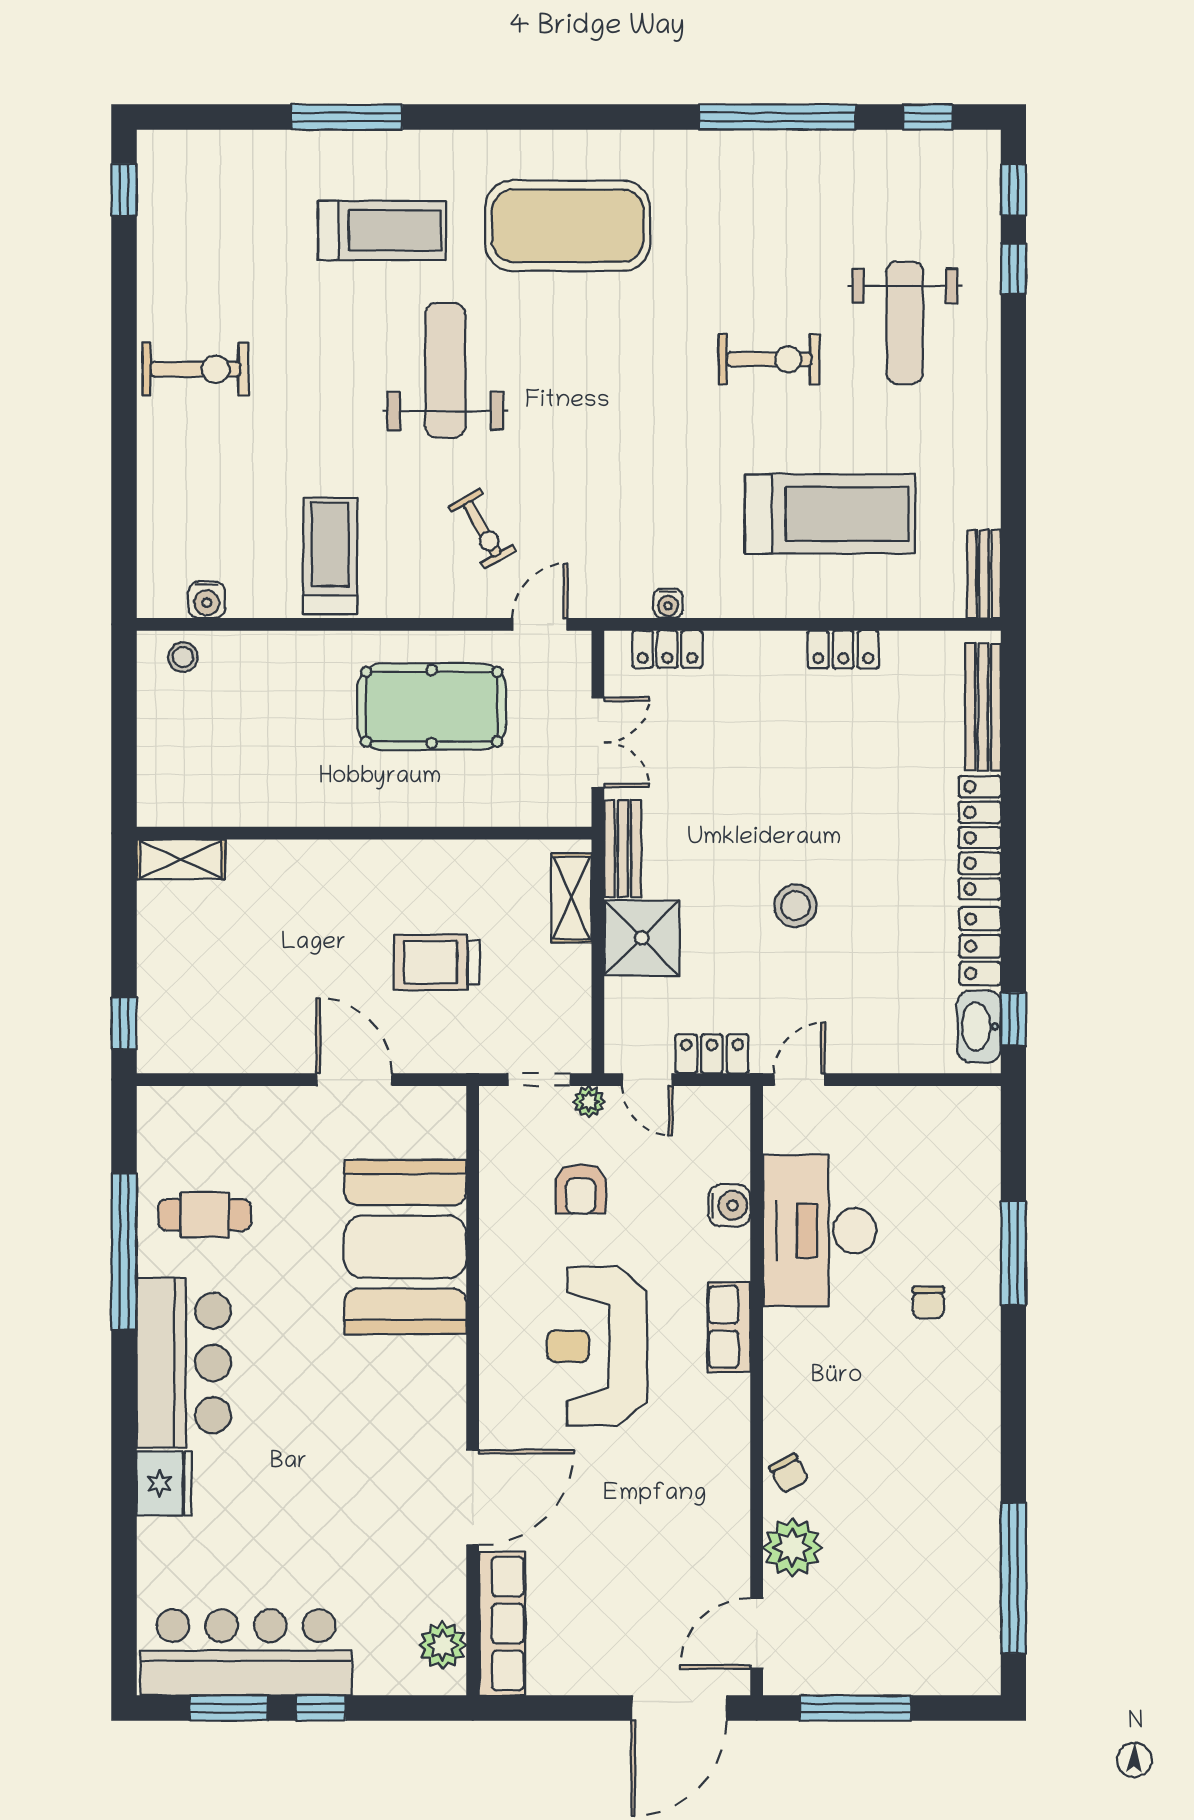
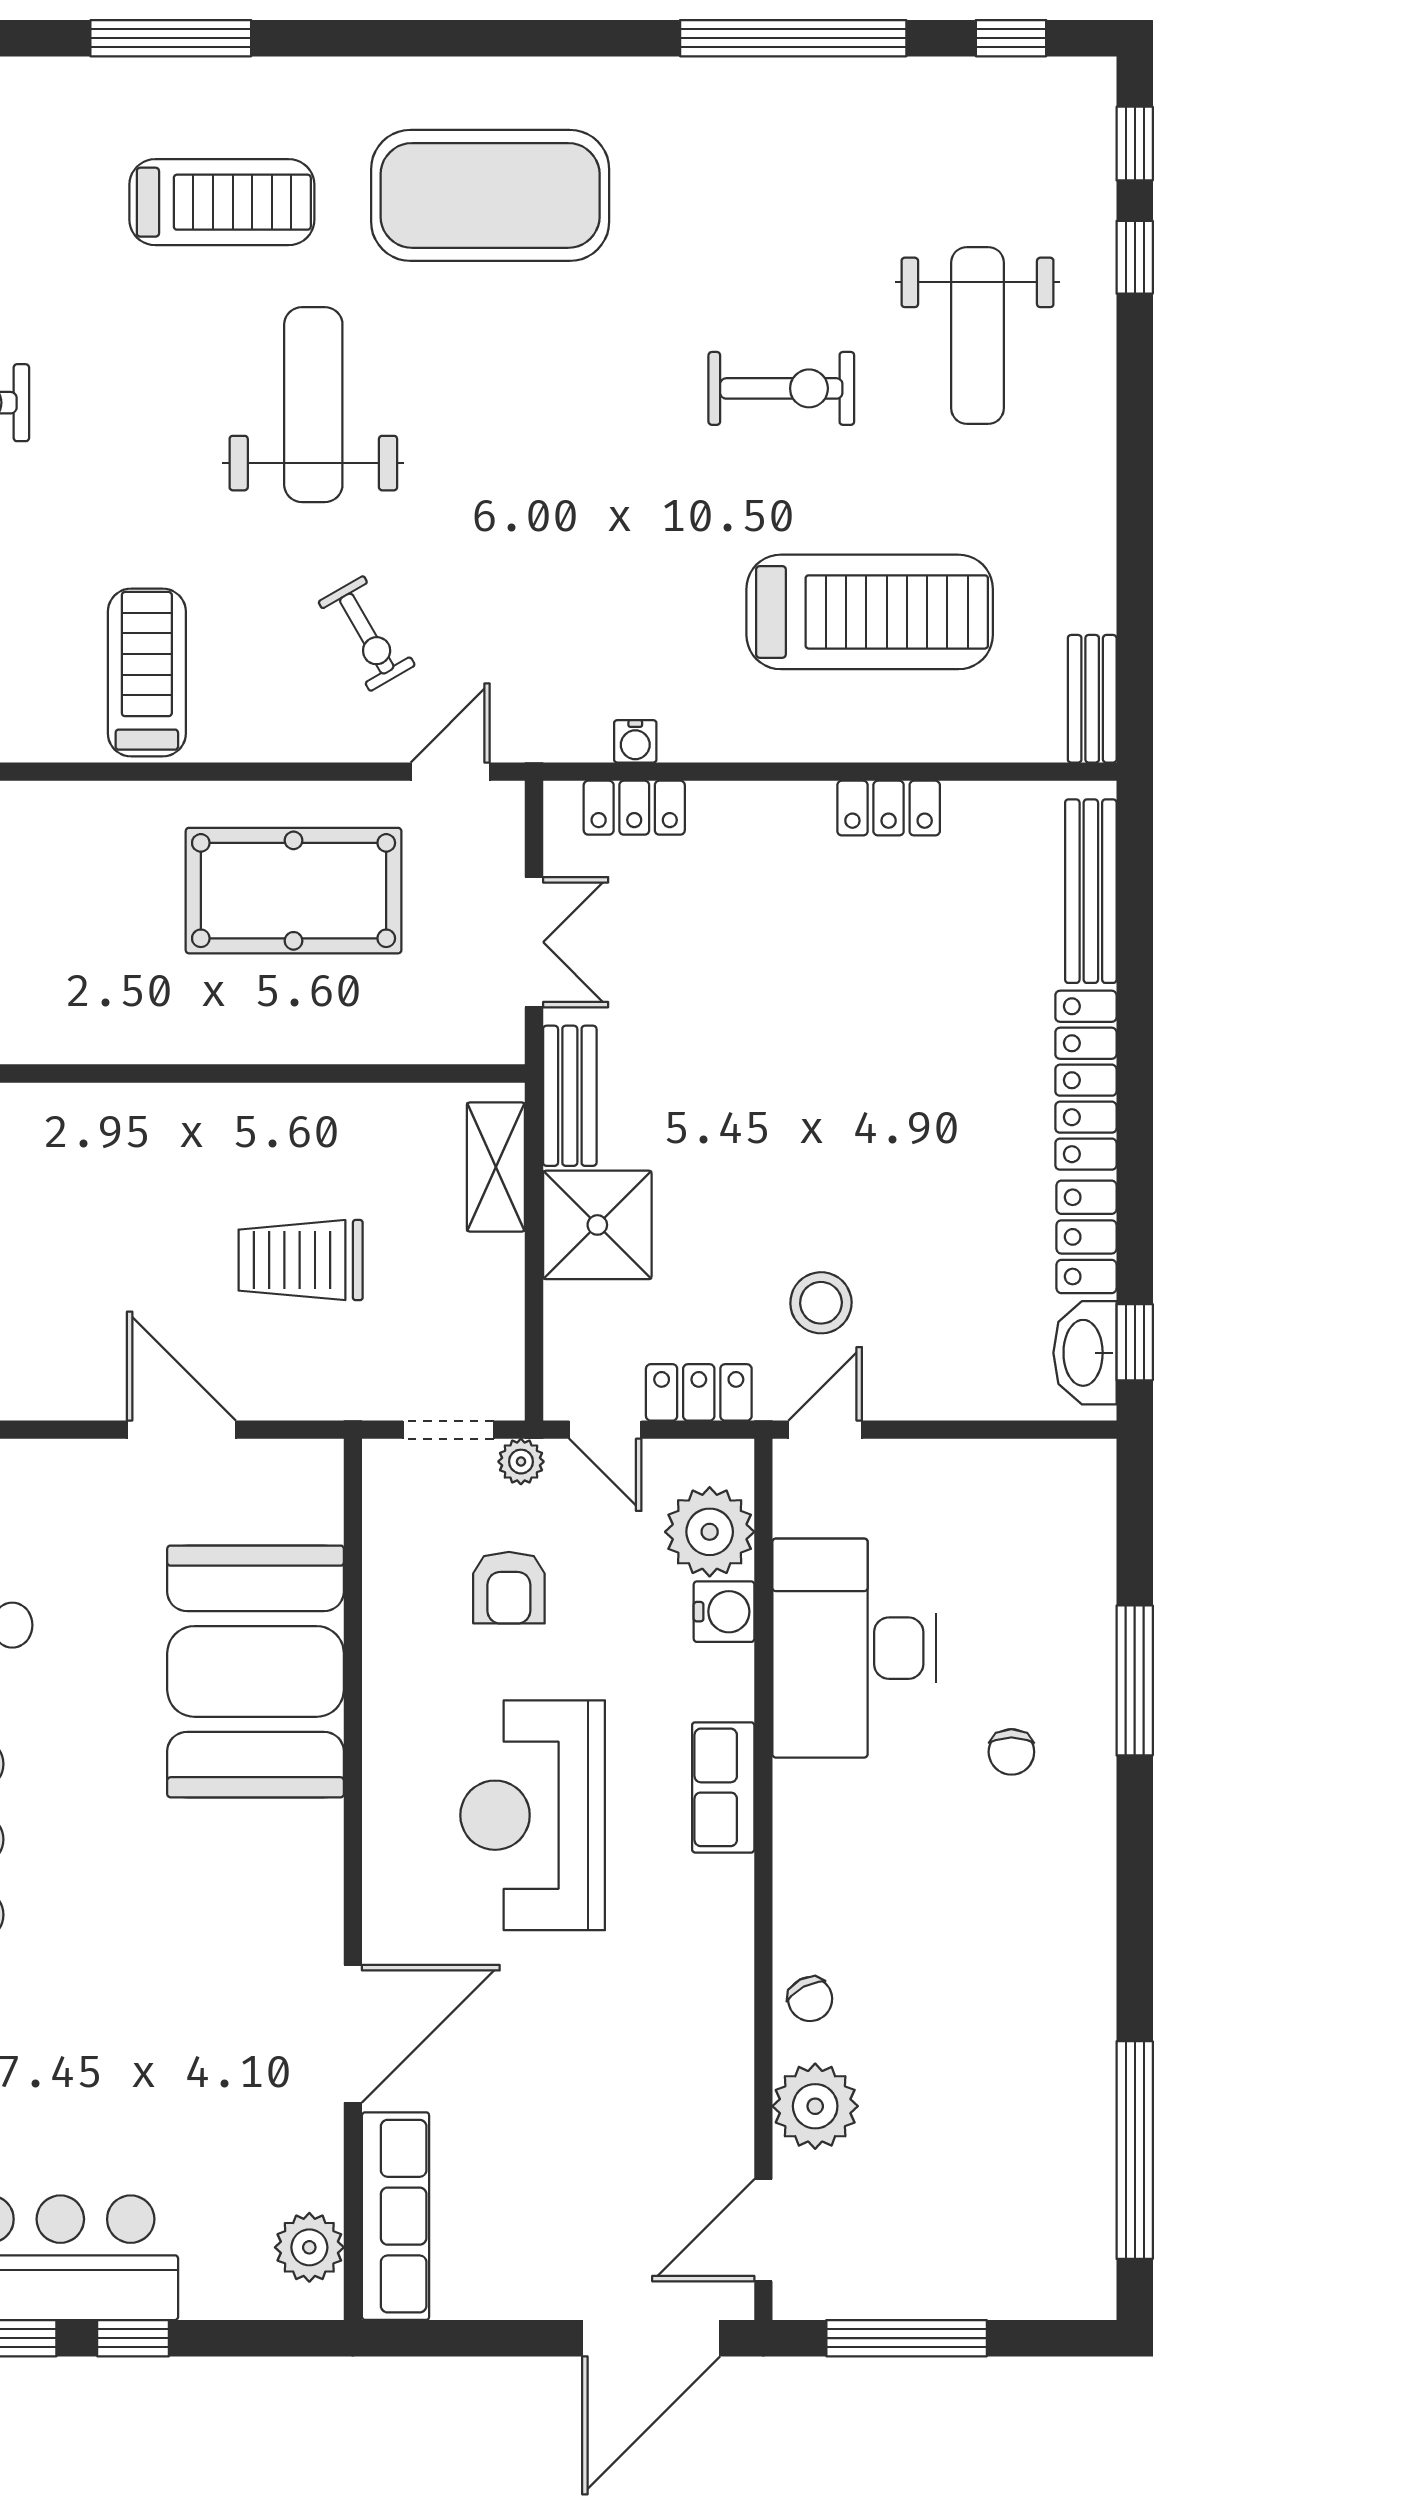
stool: (795, 906) -> (821, 1303), moved
plant: (719, 1150) -> (710, 1532), added

